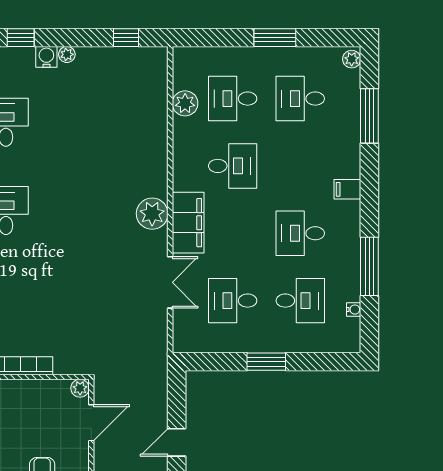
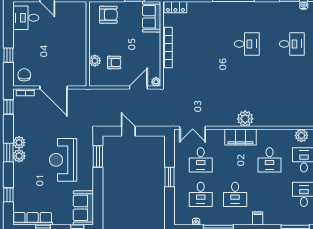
desk: (300, 233) -> (235, 194), turned 180
double door: (170, 282) -> (193, 128), moved
desk: (233, 301) -> (201, 160), turned 180
door: (91, 423) -> (138, 88), swing flipped

